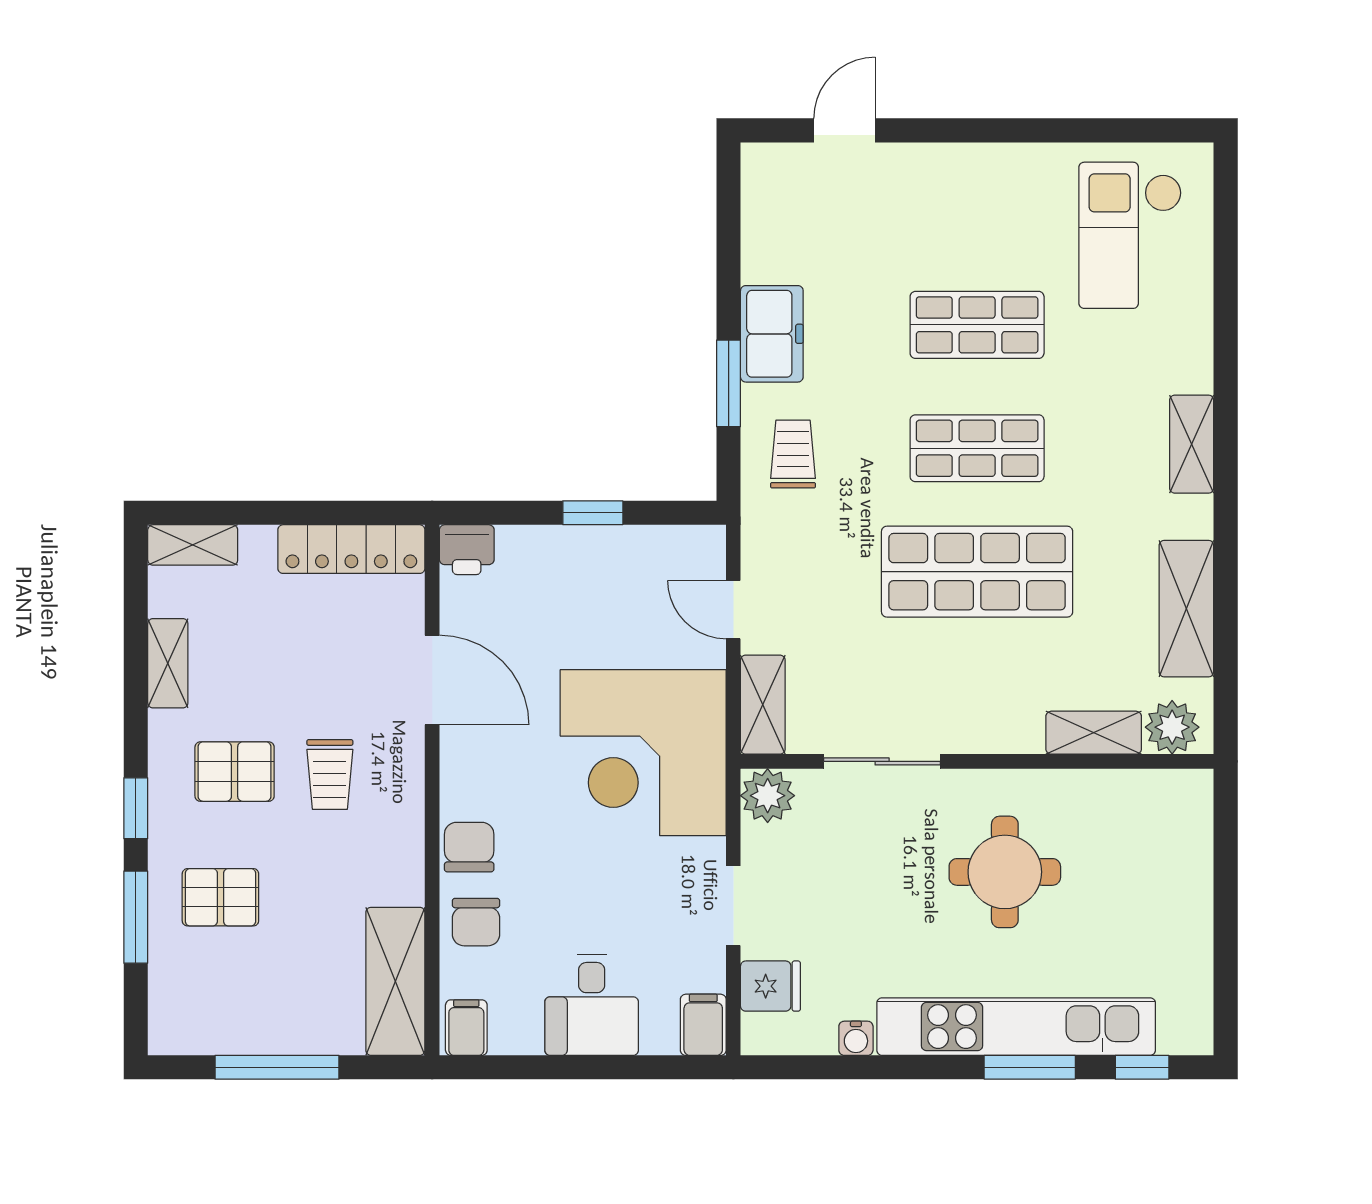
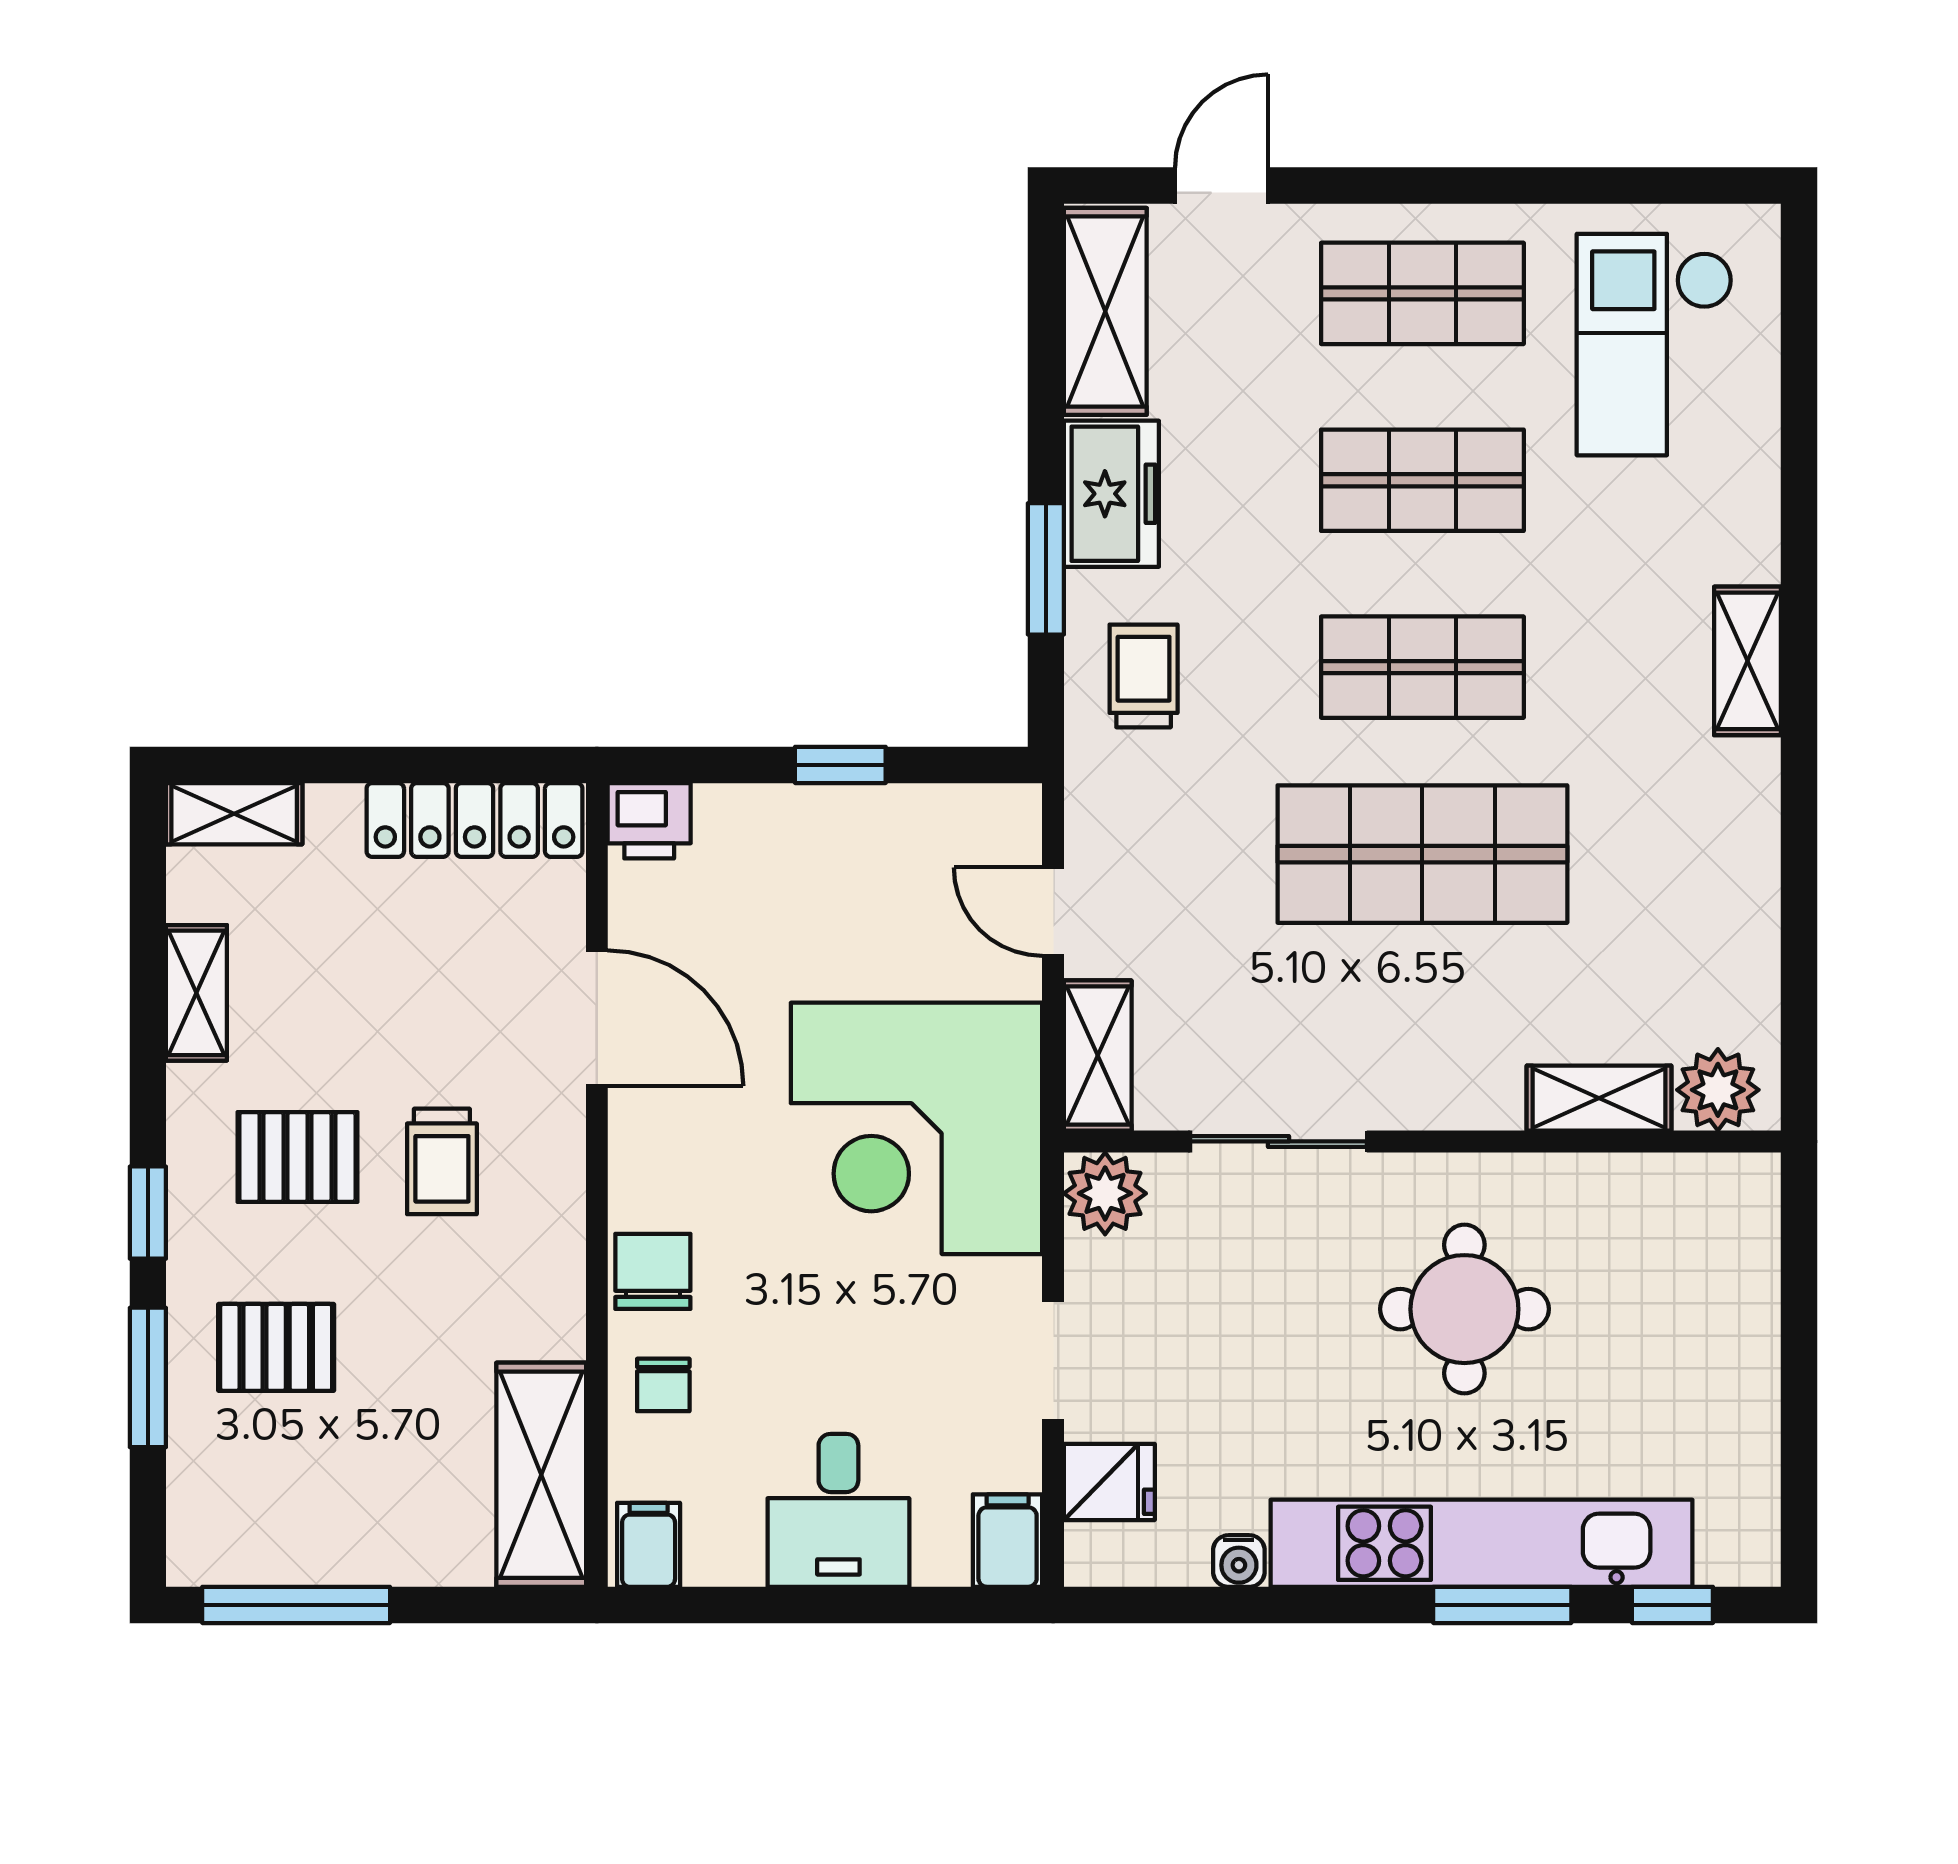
shop shelf: (977, 202) -> (1422, 293), added
shelving: (1186, 609) -> (1105, 311), moved
chair: (476, 922) -> (663, 1385), width x0.73, depth x0.73
window: (277, 1067) -> (296, 1605), moved

